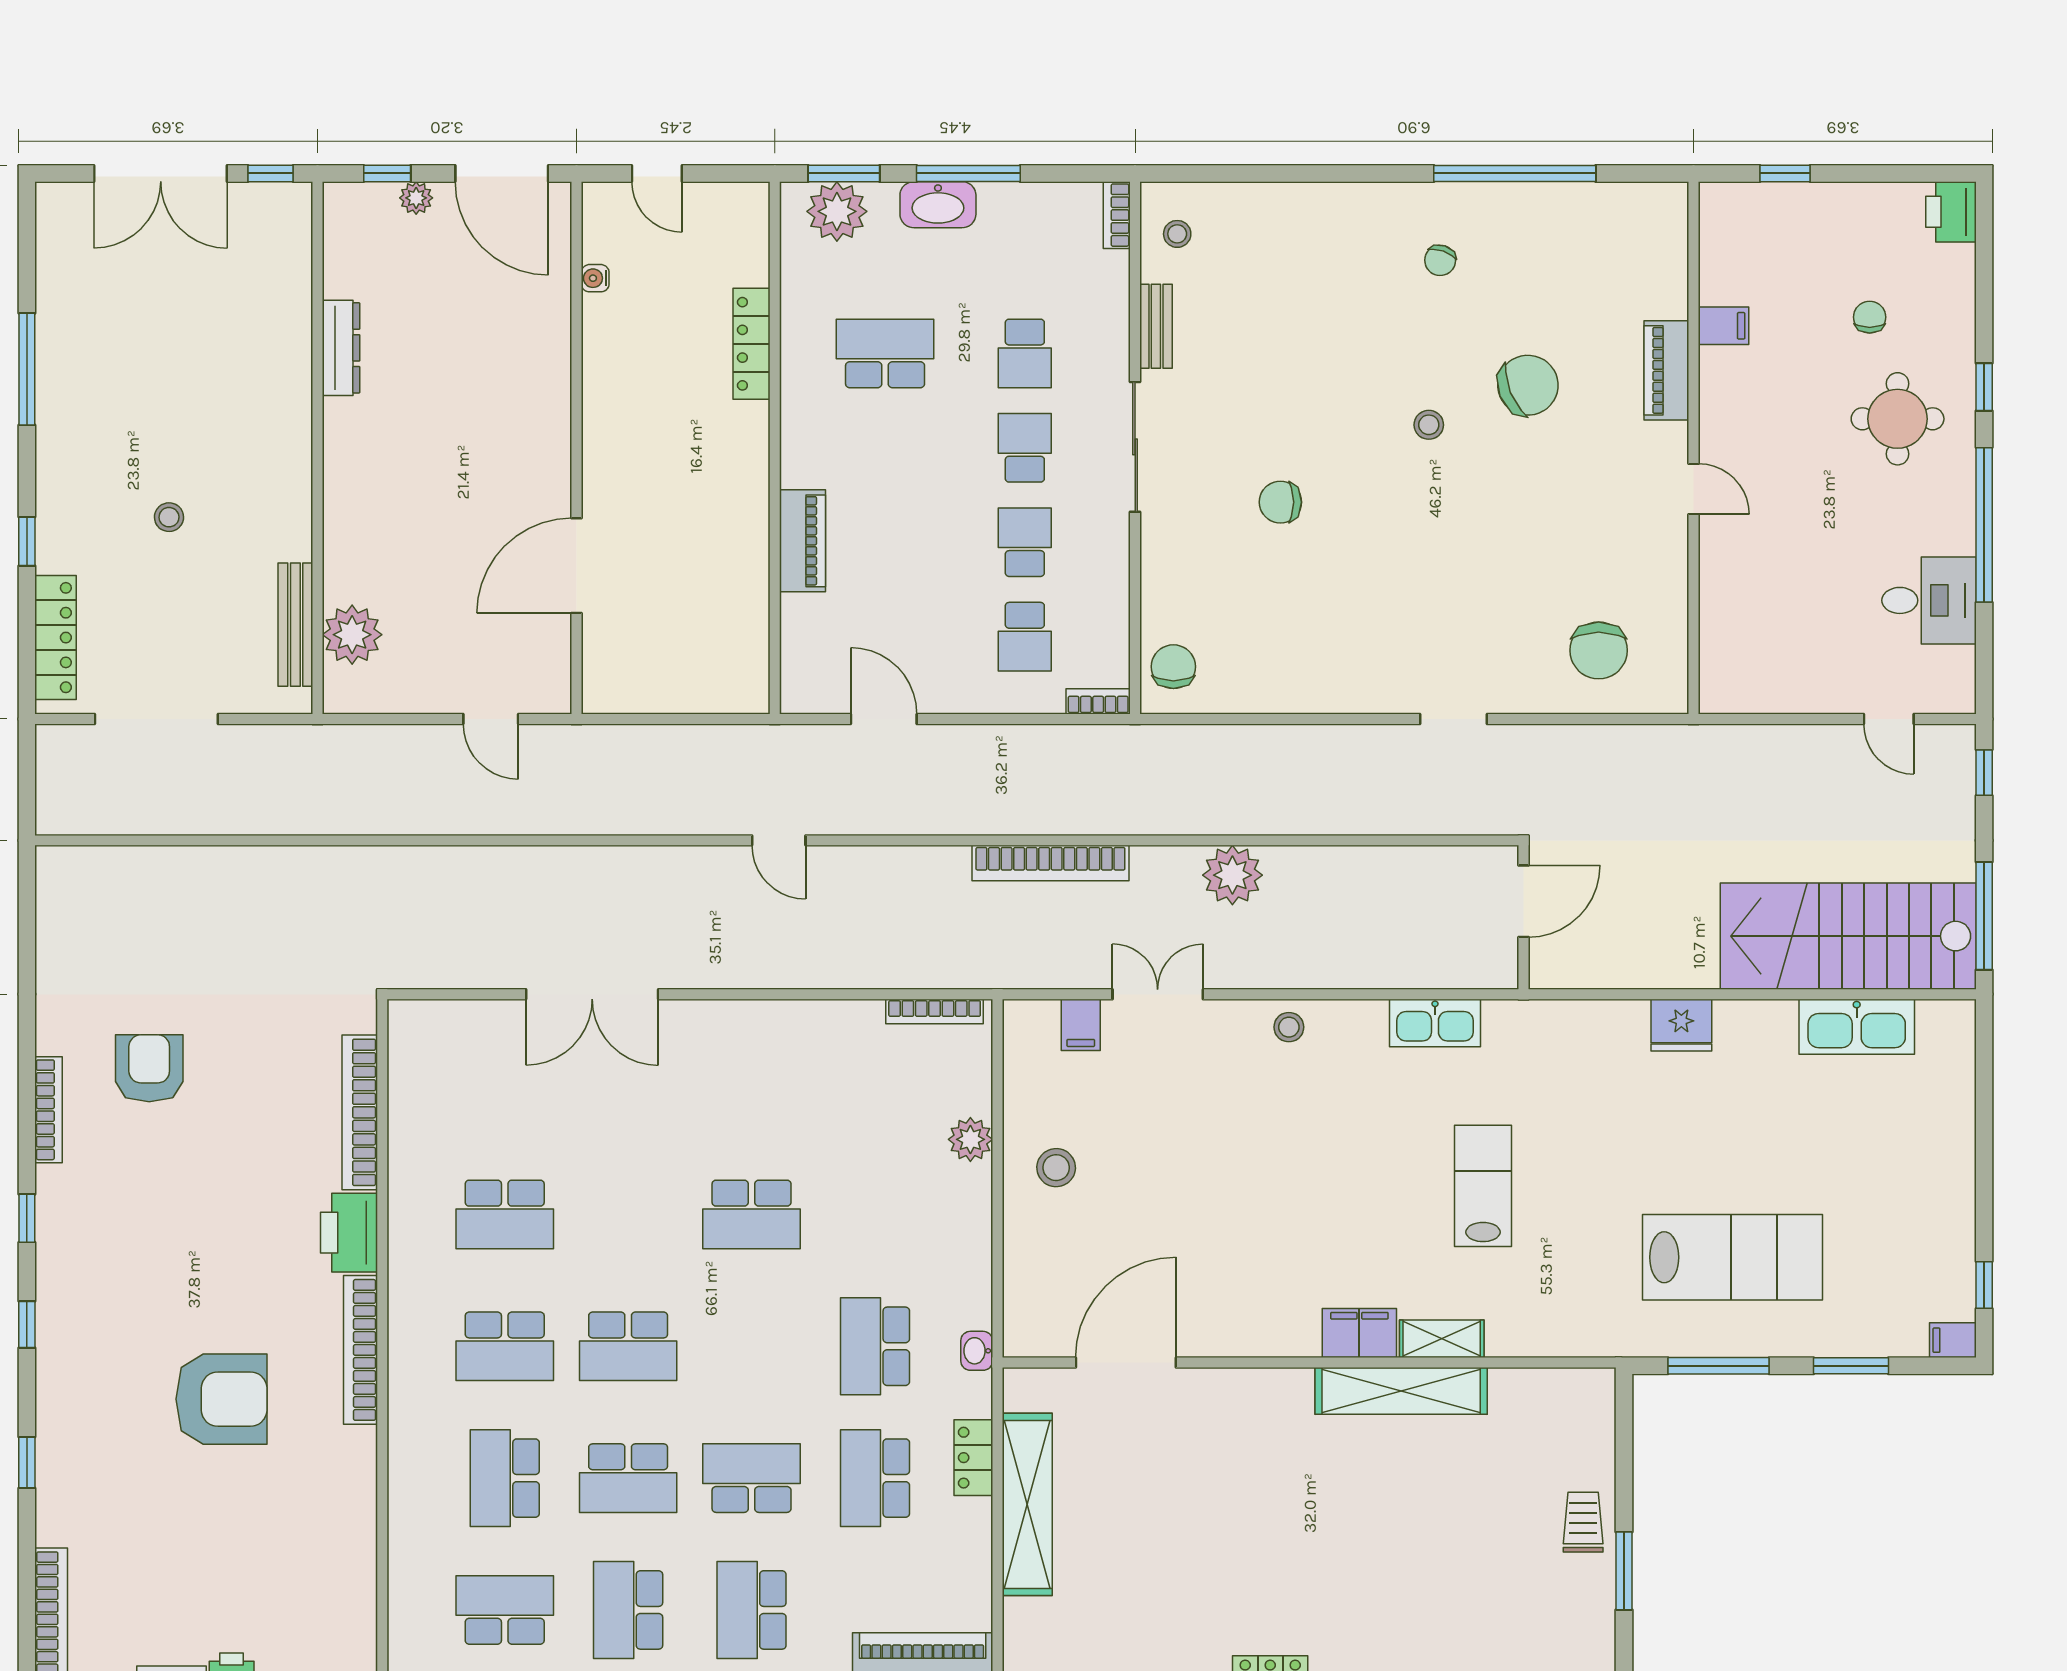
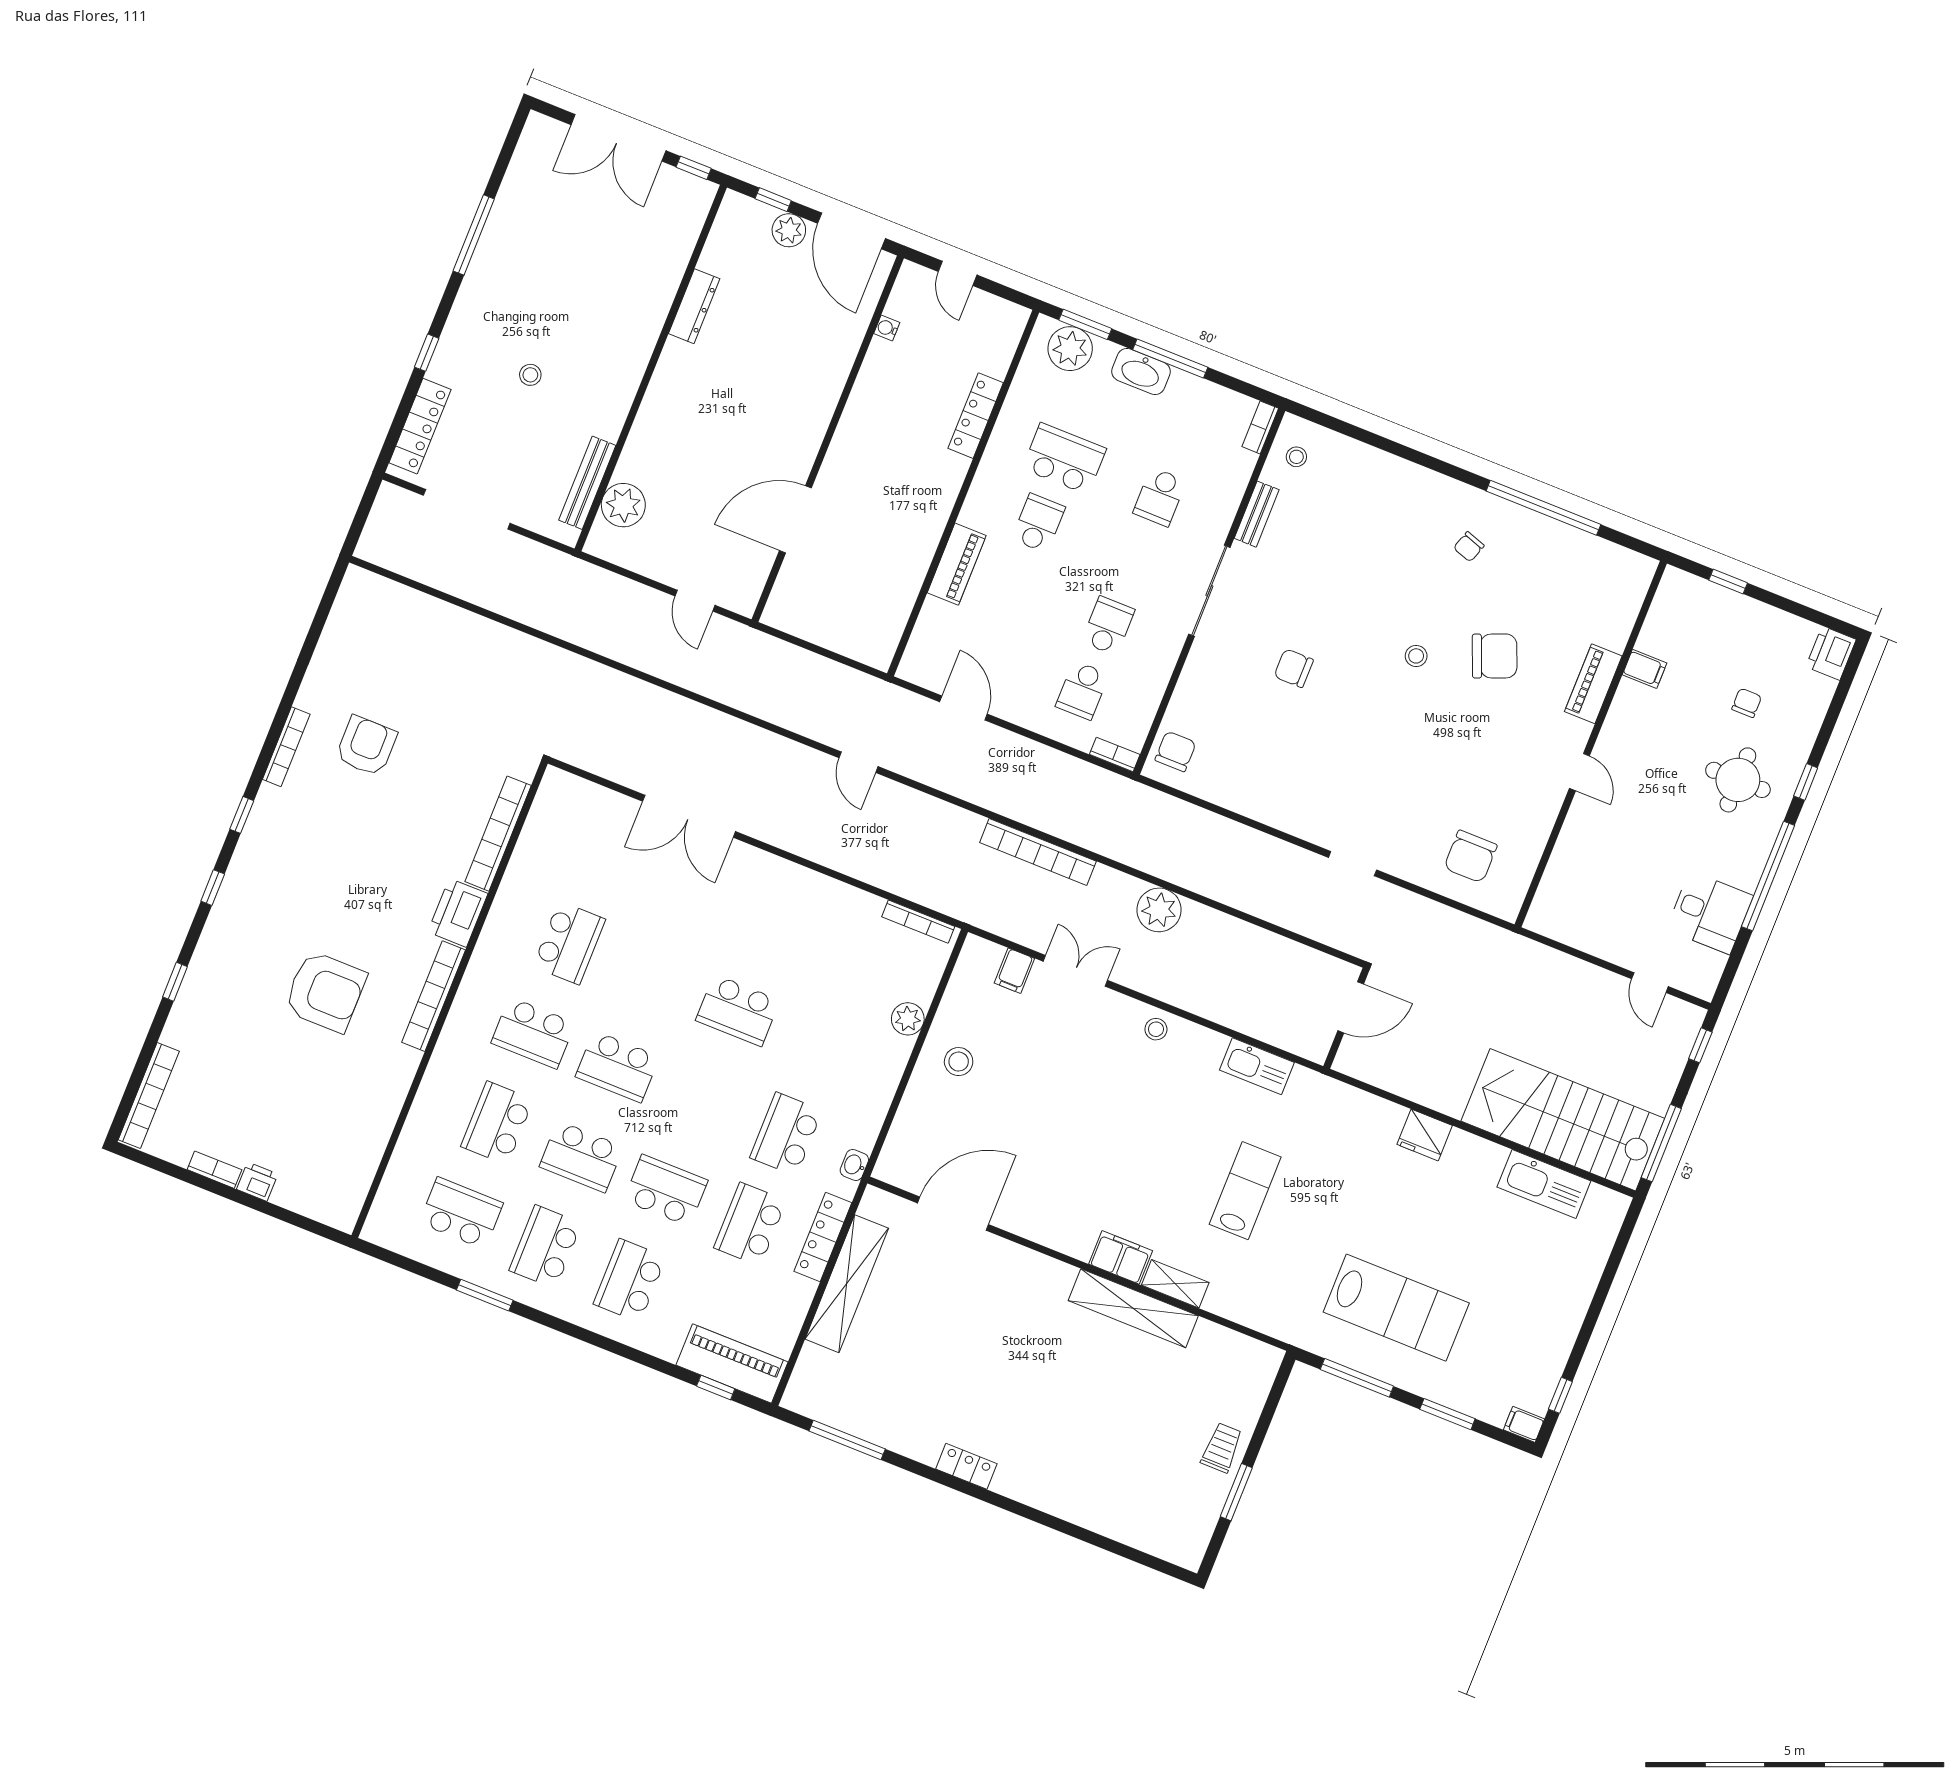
plant: (416, 198) -> (789, 230), width x1.38, depth x1.38
school desk: (1025, 448) -> (1038, 523), moved
school desk: (505, 1214) -> (569, 943), turned -90
locker: (973, 1458) -> (823, 1237), width x1.53

